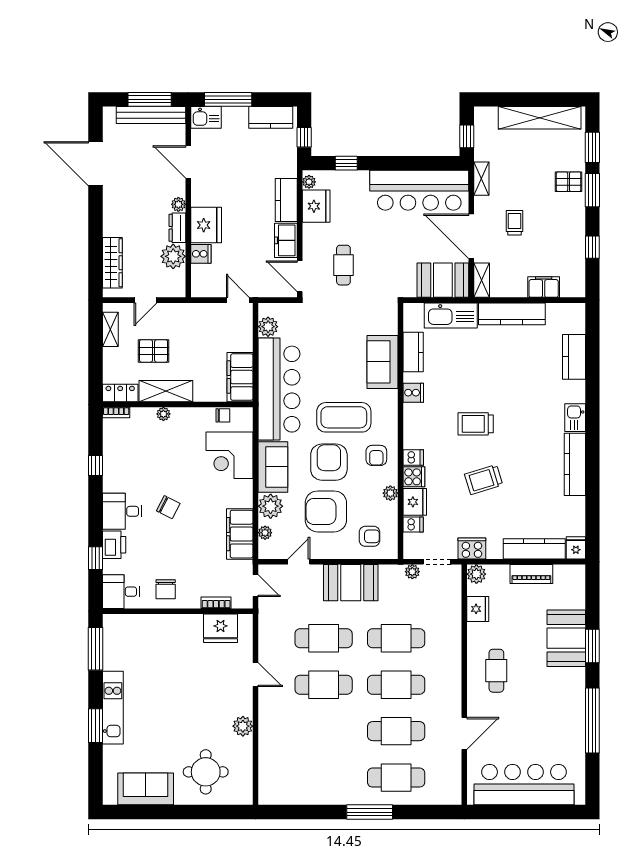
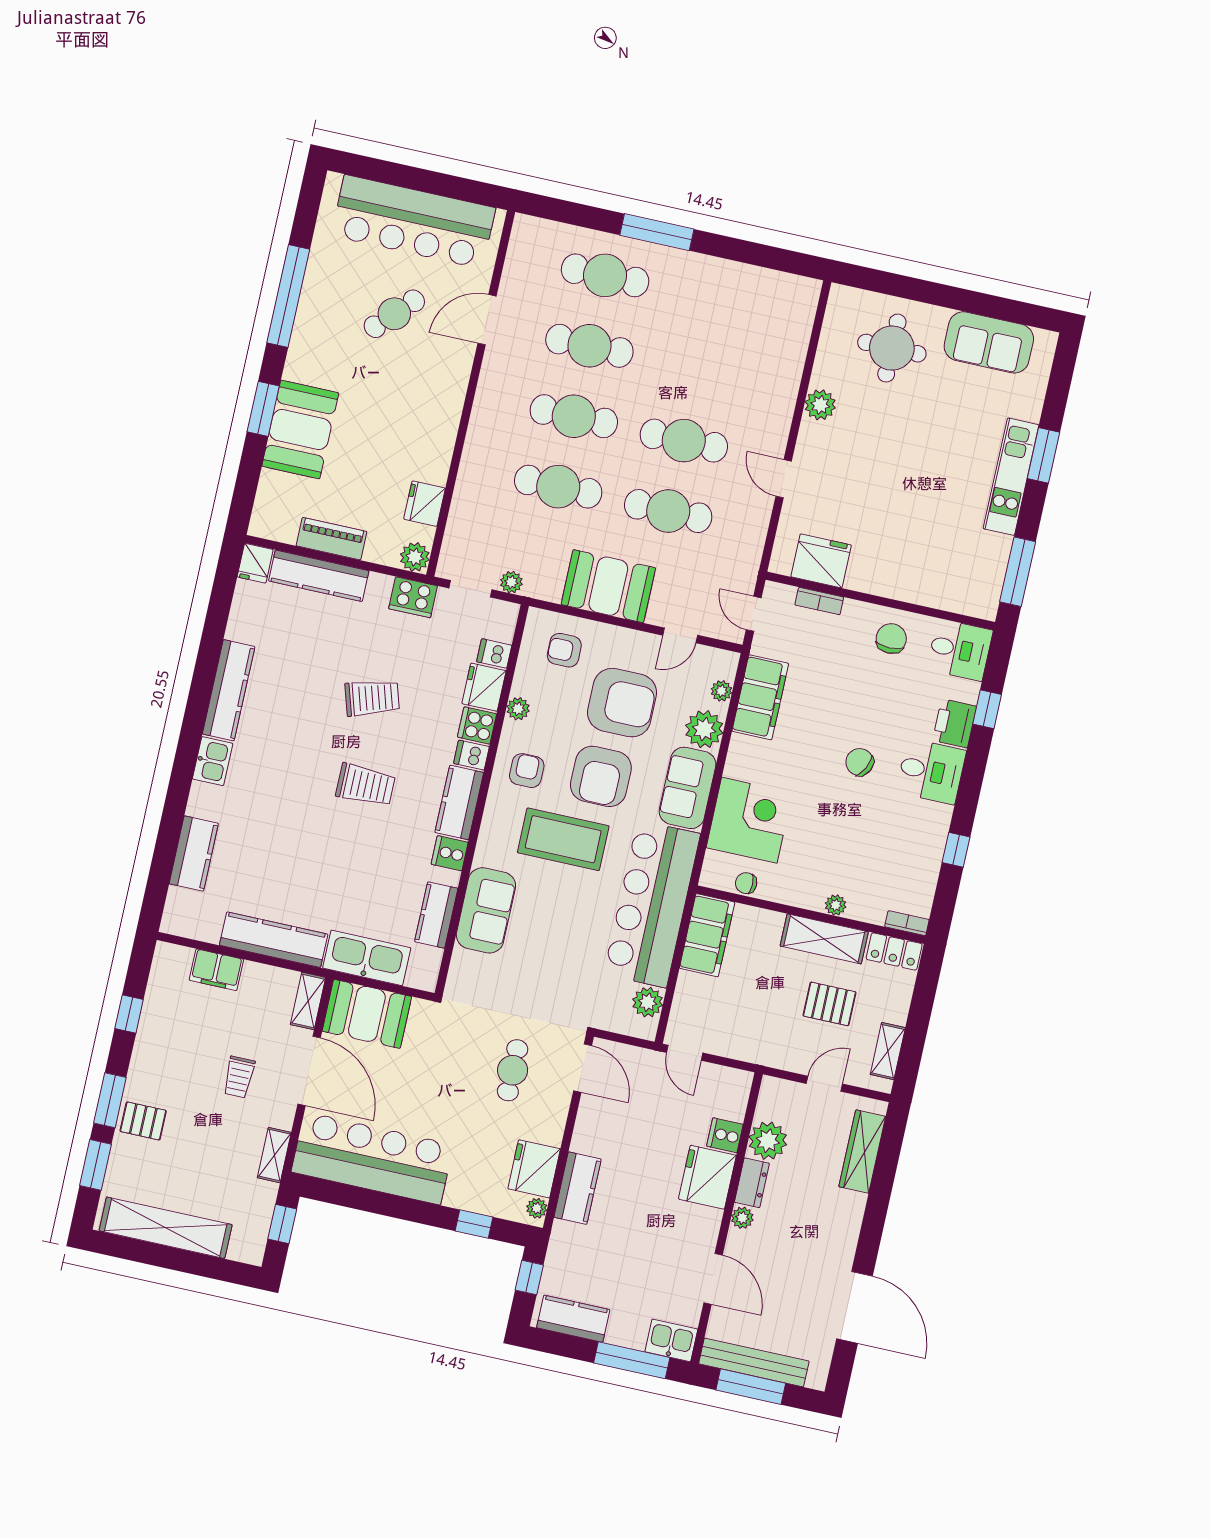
freezer: (286, 240) -> (592, 1127), removed
kitchen counter: (414, 426) -> (459, 802), added
cafe table: (496, 671) -> (394, 314), moved, turned 44

